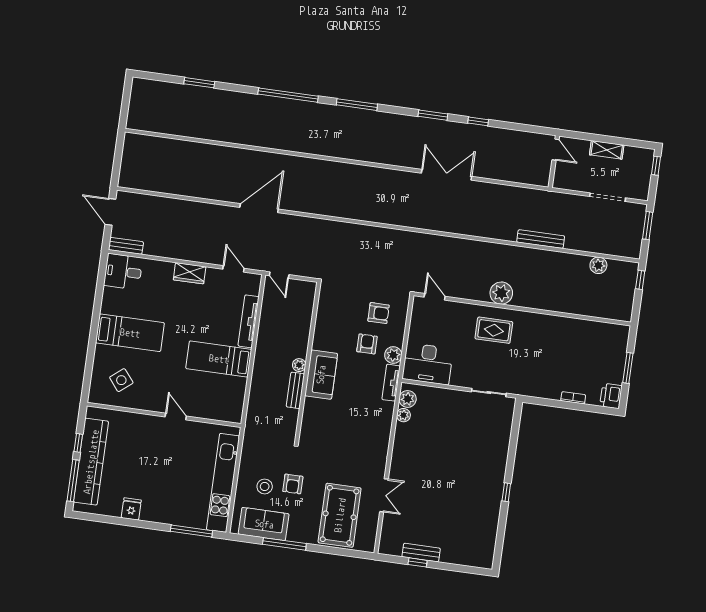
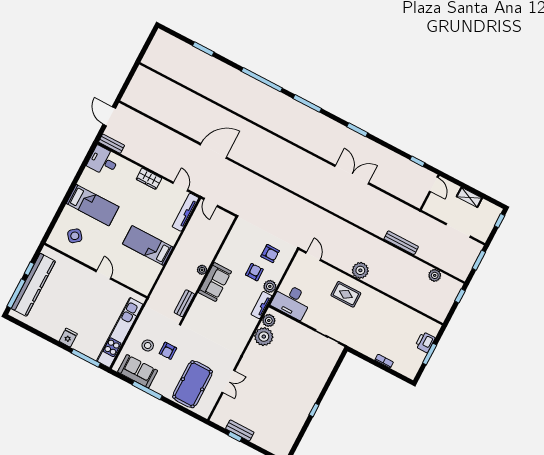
window: (478, 121) -> (417, 161), moved
tv unit: (249, 321) -> (185, 212), moved
bench: (295, 390) -> (184, 303), moved
printer: (611, 396) -> (425, 342), moved
plant: (404, 415) -> (264, 337), width x1.87, depth x1.87
fridge: (131, 509) -> (68, 338), moved

